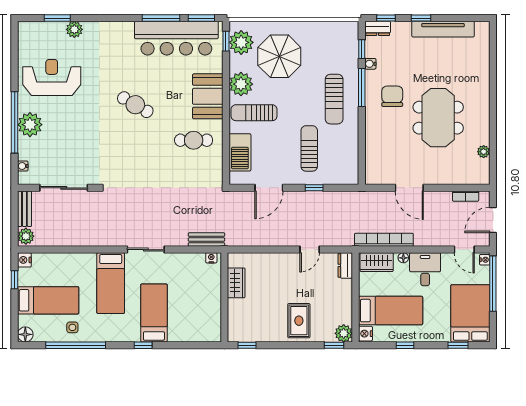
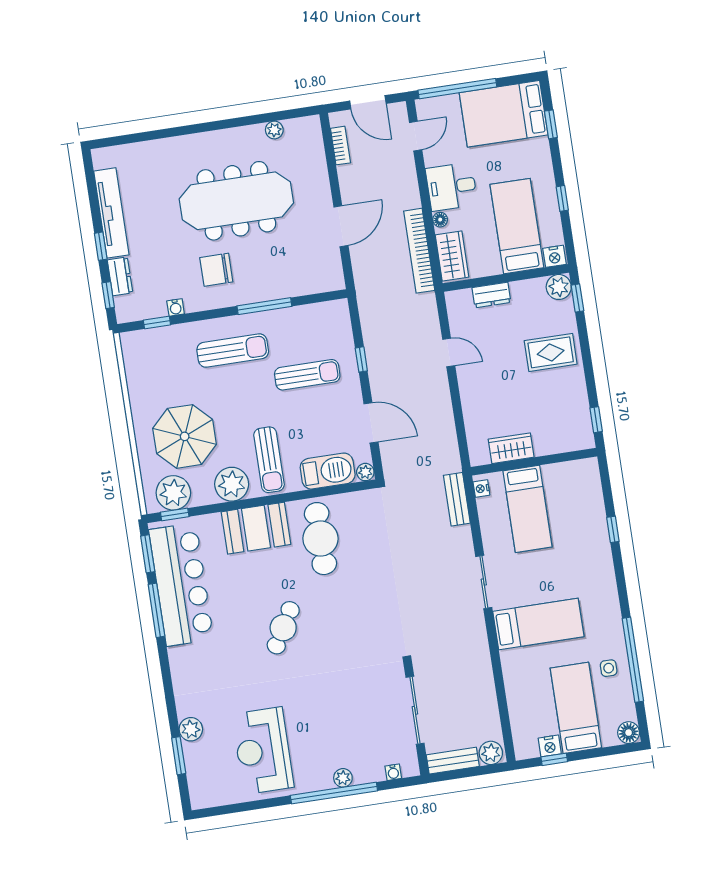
dresser: (378, 28) -> (120, 276), moved
window: (362, 87) -> (264, 306), moved
meeting table: (438, 118) -> (236, 201), width x1.36
plant: (30, 125) -> (343, 778), width x0.53, depth x0.53
cafe table: (194, 140) -> (320, 539), width x1.37, depth x1.35
sun lounger: (309, 148) -> (307, 375), turned 180
plant: (235, 179) -> (365, 472), added
nightstand: (24, 260) -> (550, 746), moved
nightstand: (485, 260) -> (425, 105), removed
dresser: (345, 265) -> (491, 295), moved
bed: (154, 313) -> (528, 509), moved, turned -90
window: (143, 345) -> (613, 529), moved

